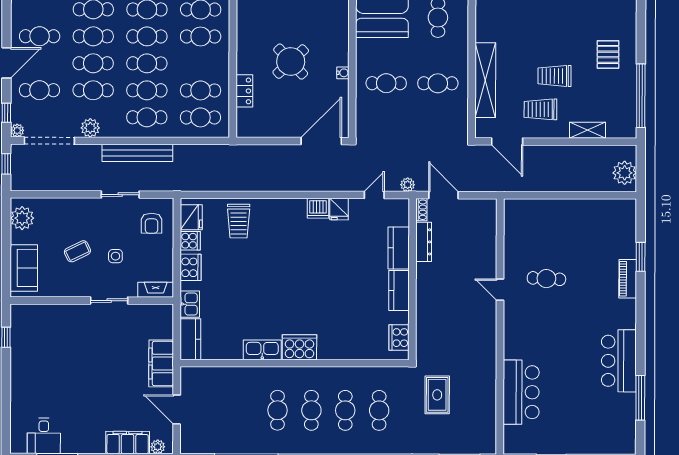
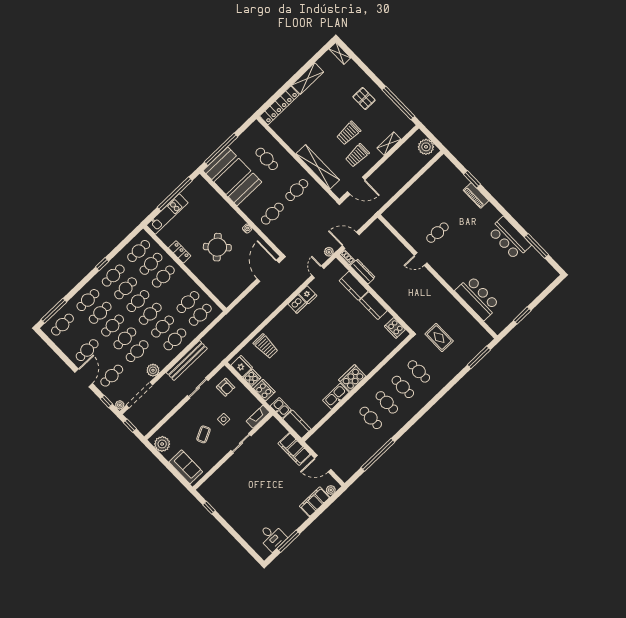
locker: (244, 91) -> (180, 252), moved

